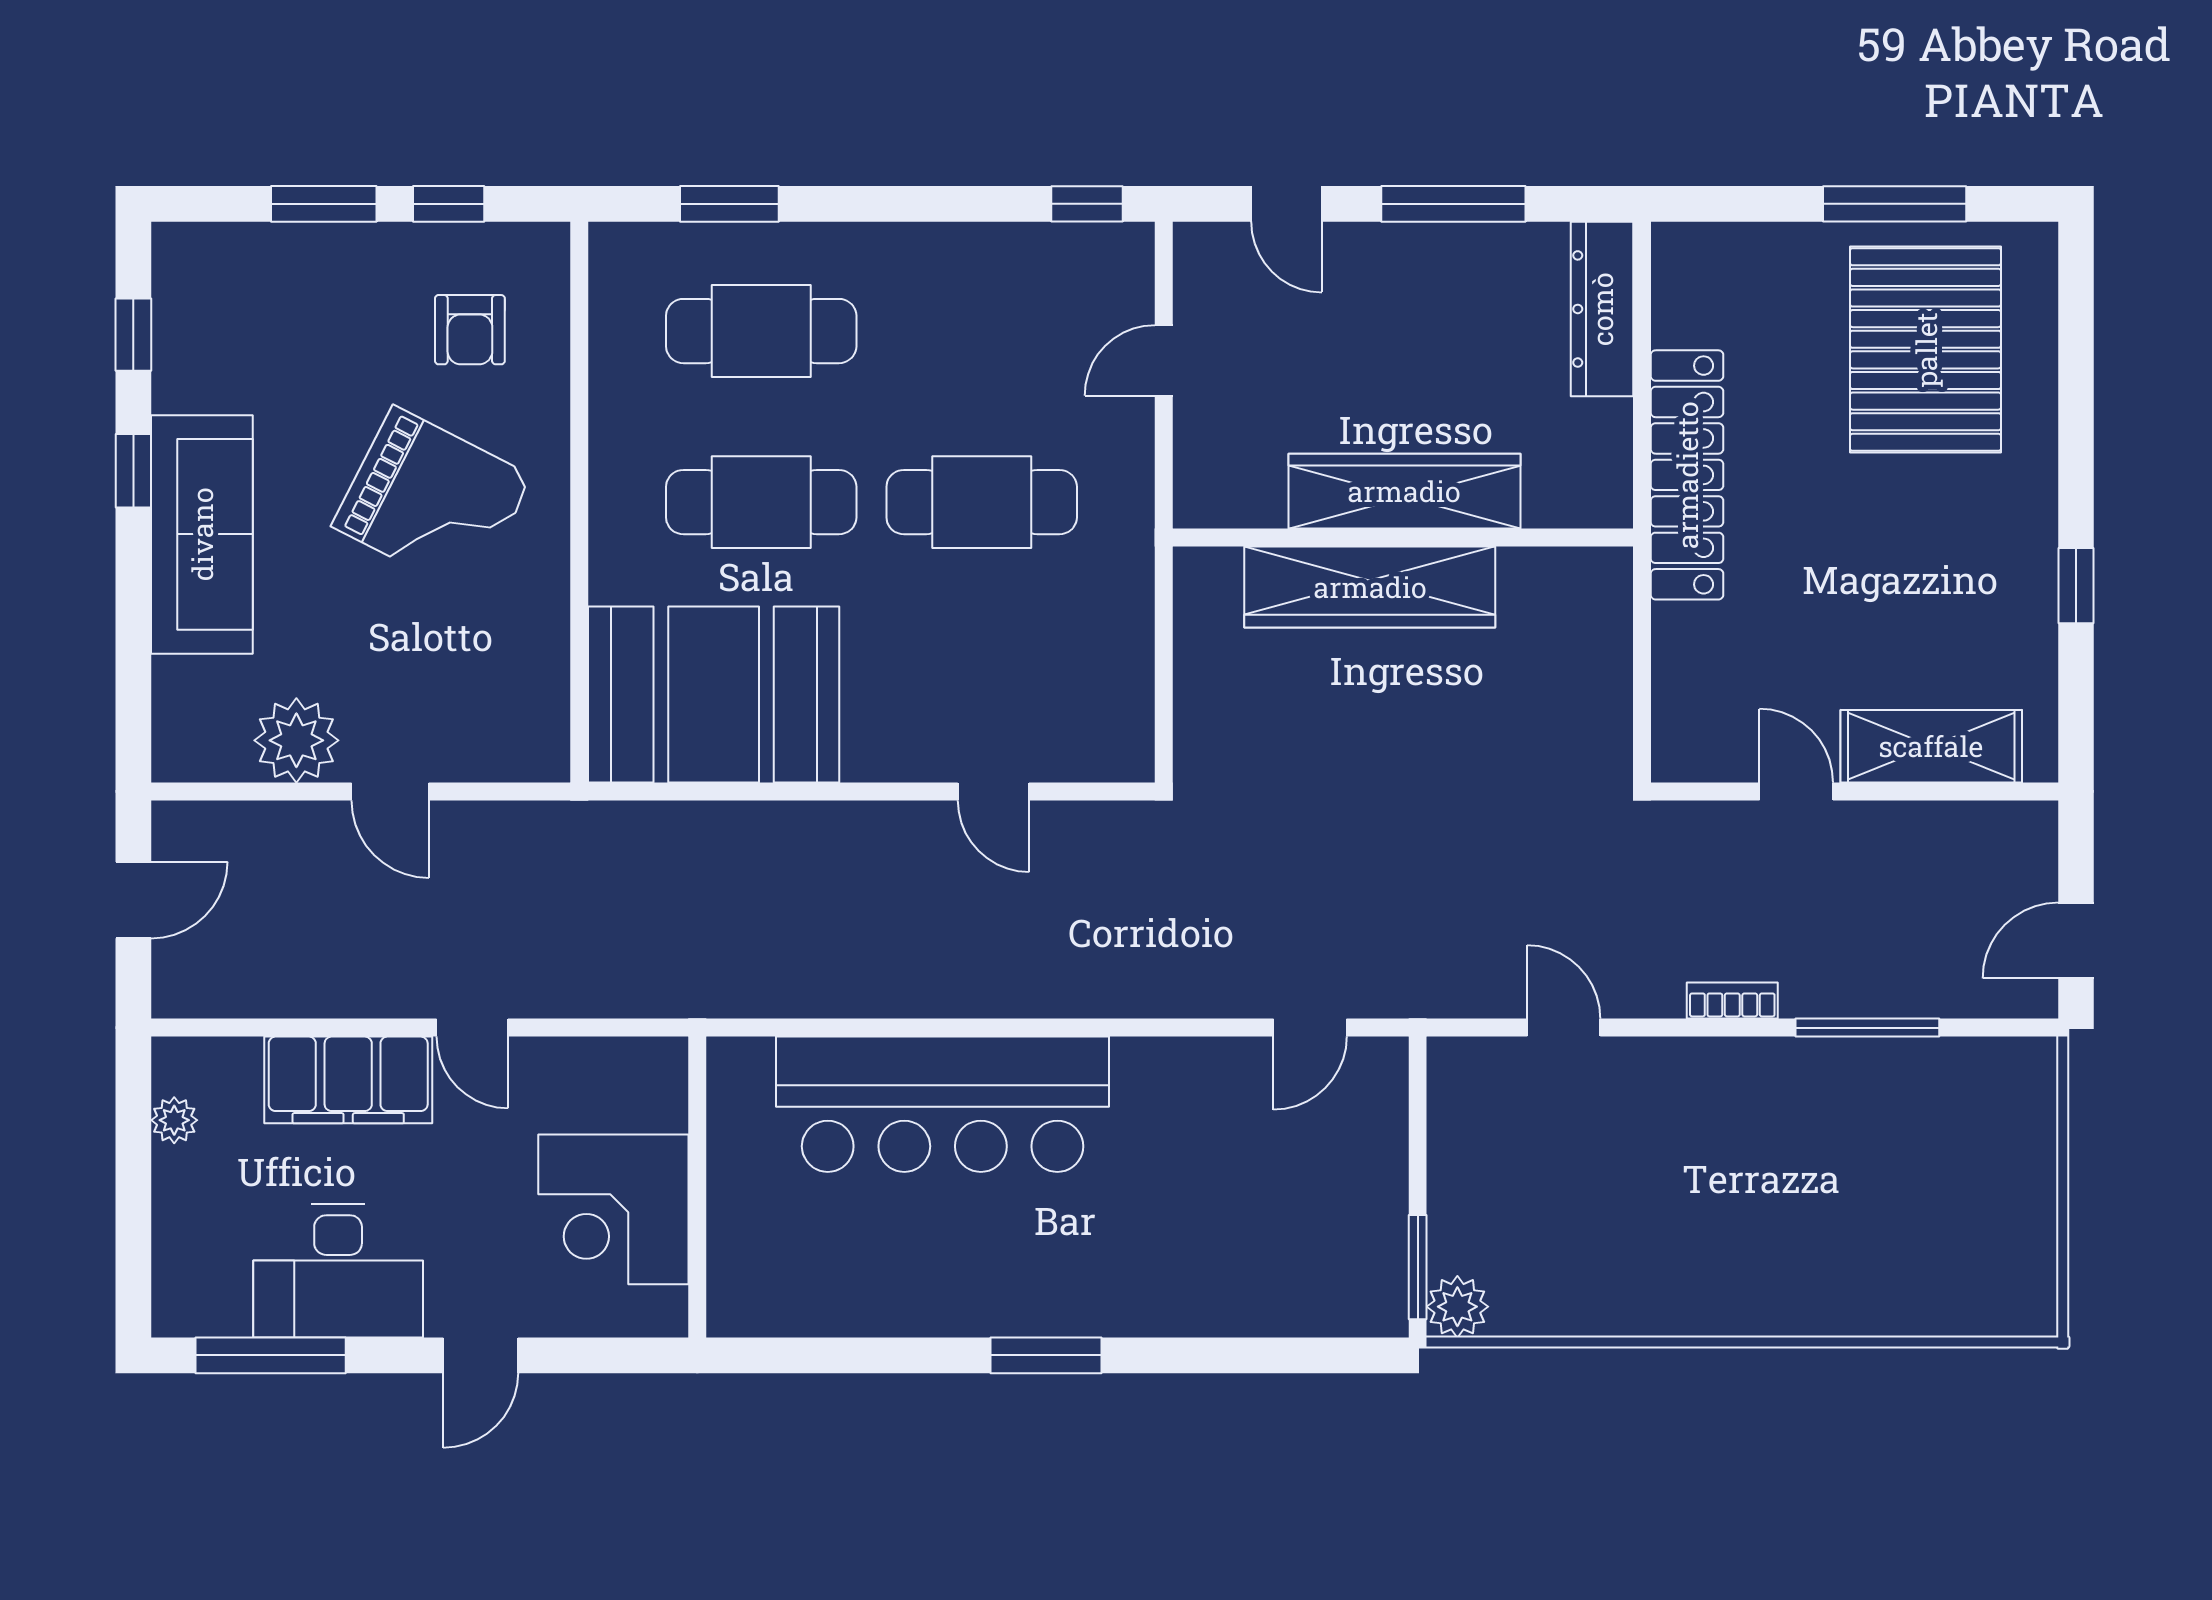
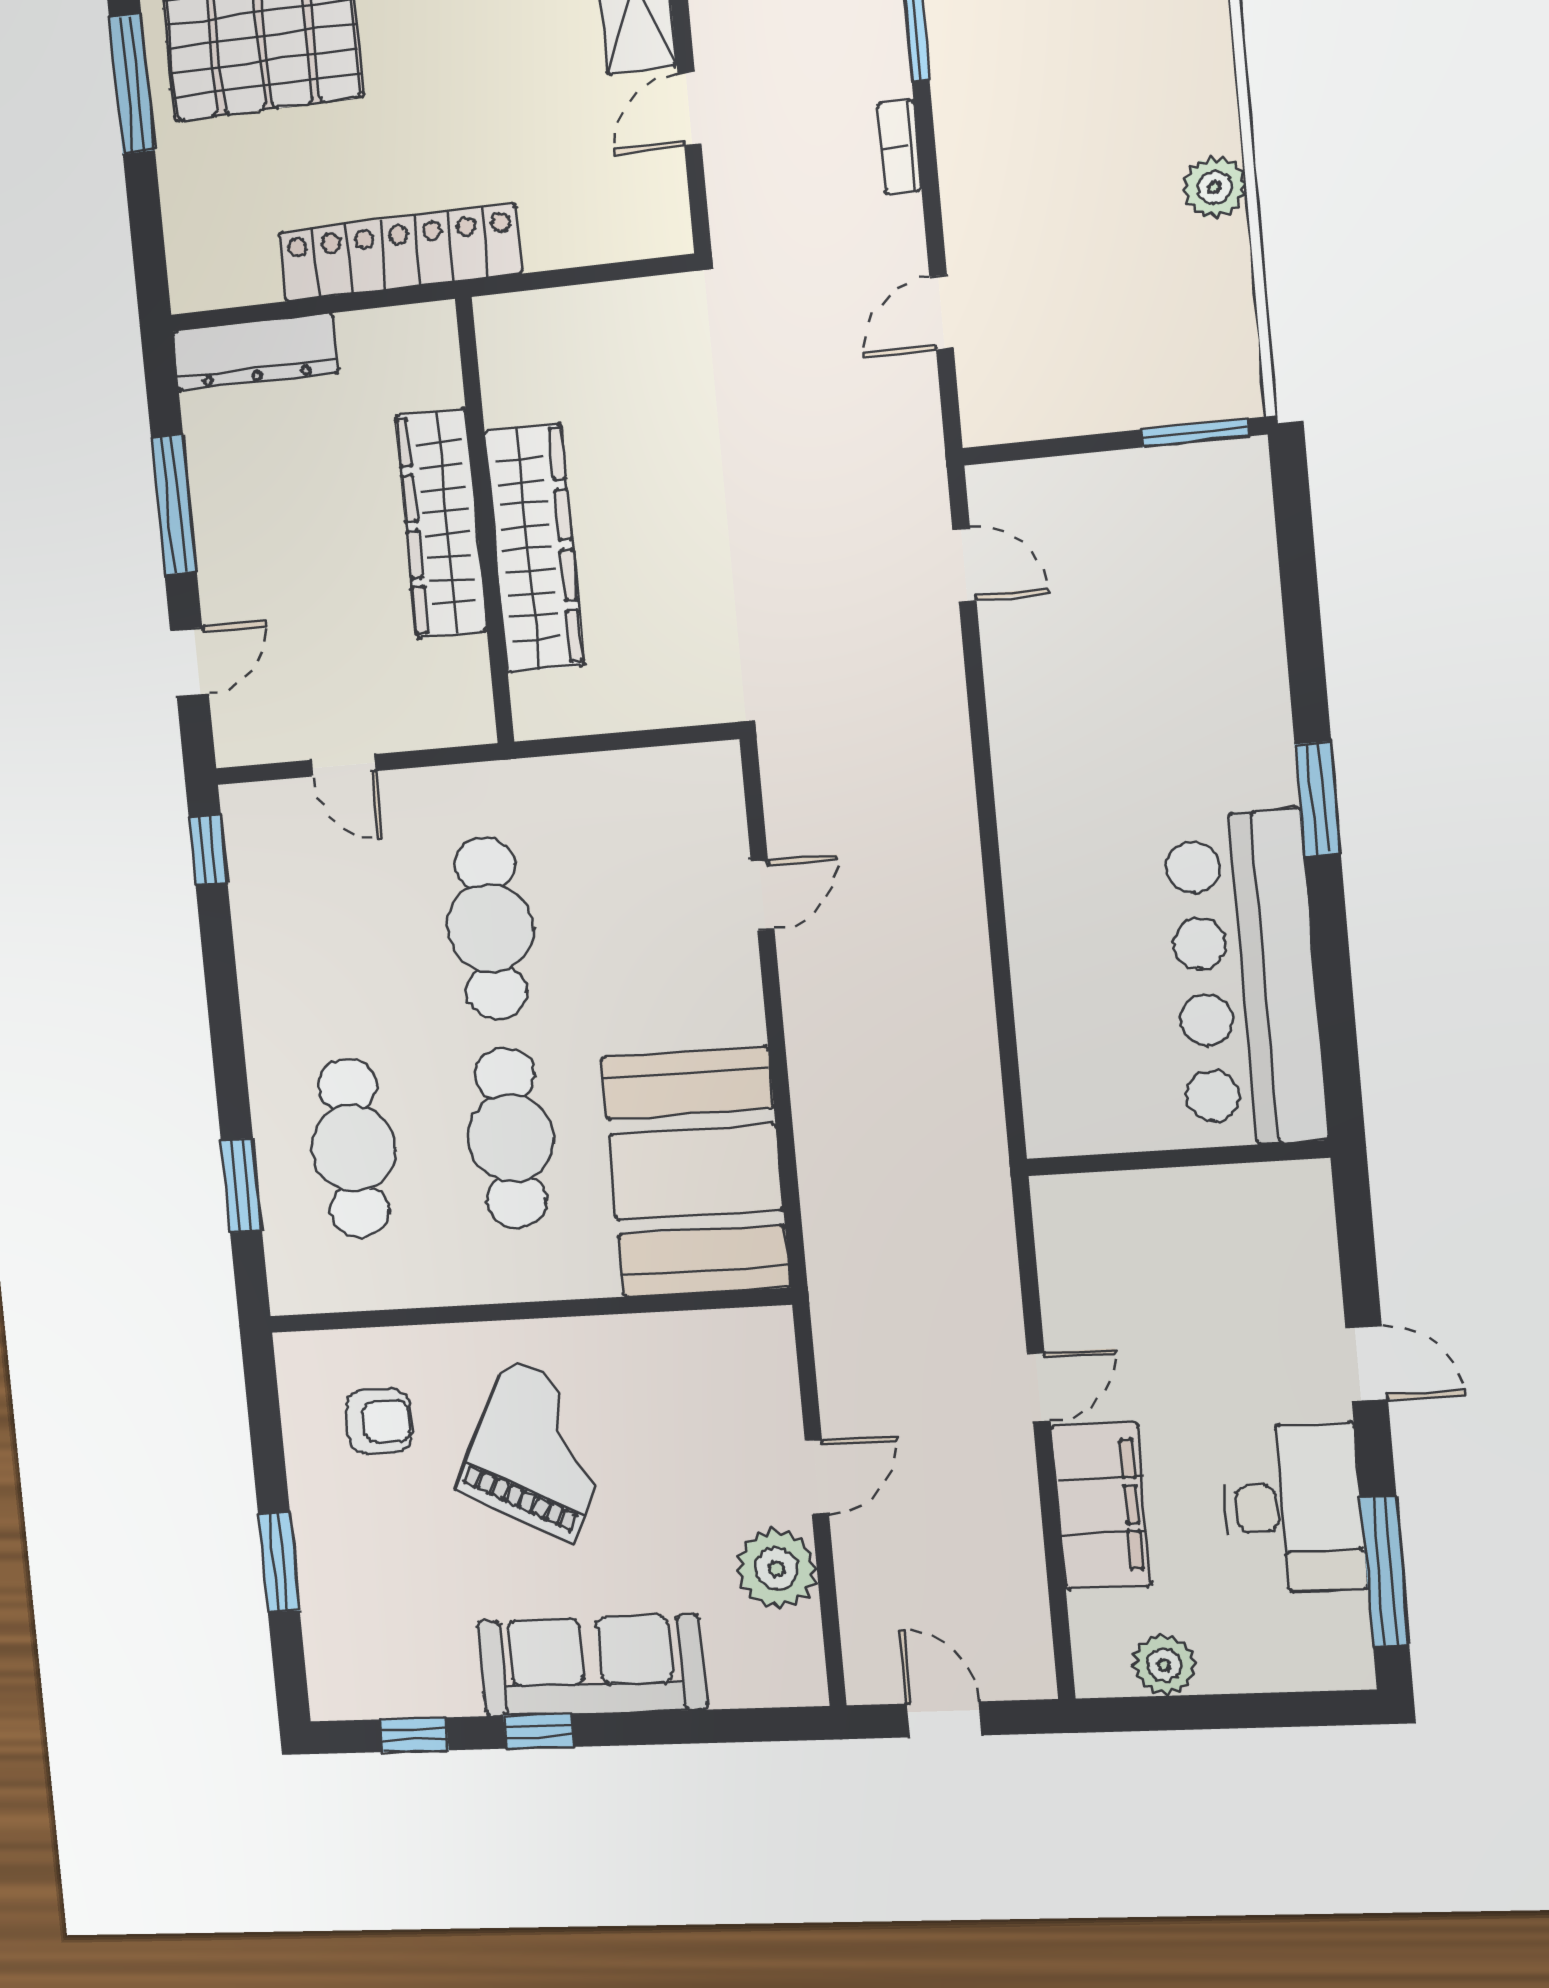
window: (449, 204) -> (267, 1447), removed
bar counter: (943, 1104) -> (1246, 979), moved, turned 180
plant: (174, 1120) -> (1164, 1665), width x1.38, depth x1.38
corner desk: (613, 1209) -> (1207, 1240), removed
plant: (1457, 1307) -> (1214, 187), moved

